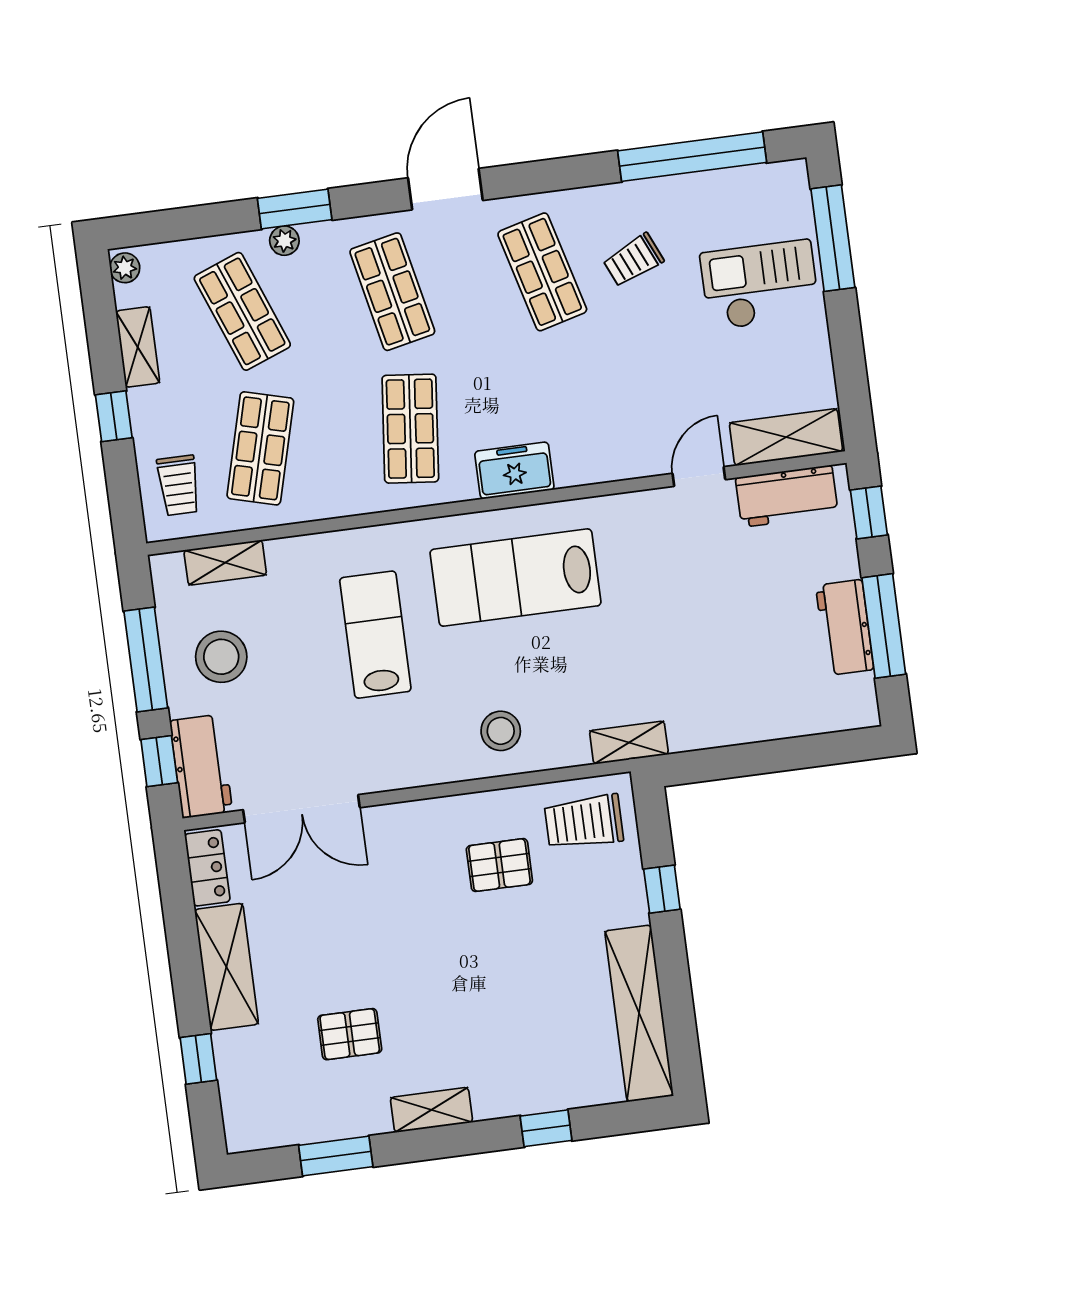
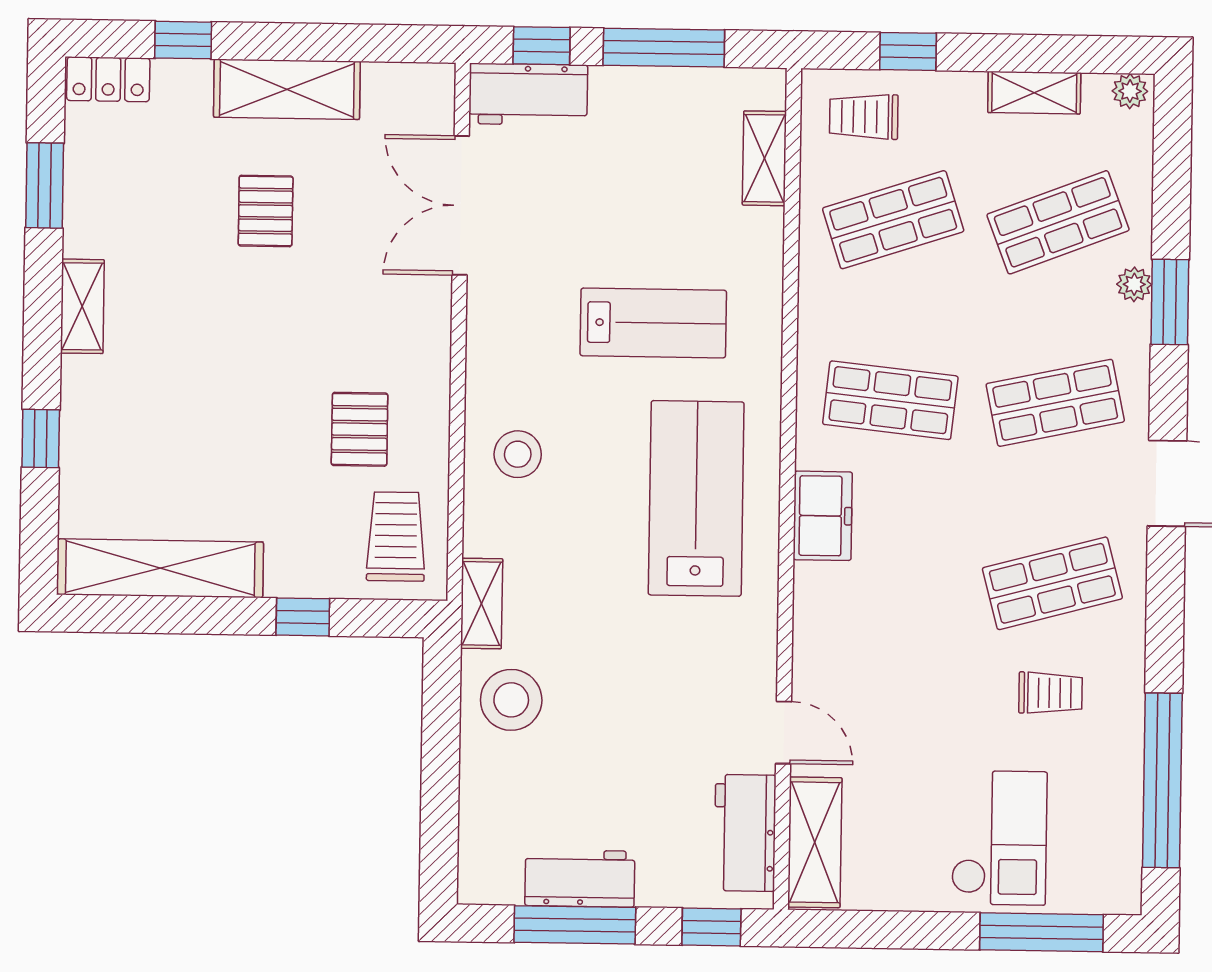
trolley: (633, 260) -> (1050, 693), turned 114
window: (114, 416) -> (908, 51), moved
shop shelf: (260, 448) -> (893, 220), turned -33
stool: (221, 657) -> (511, 700), moved
locker: (207, 868) -> (108, 79), moved
pallet: (350, 1034) -> (266, 211), moved

